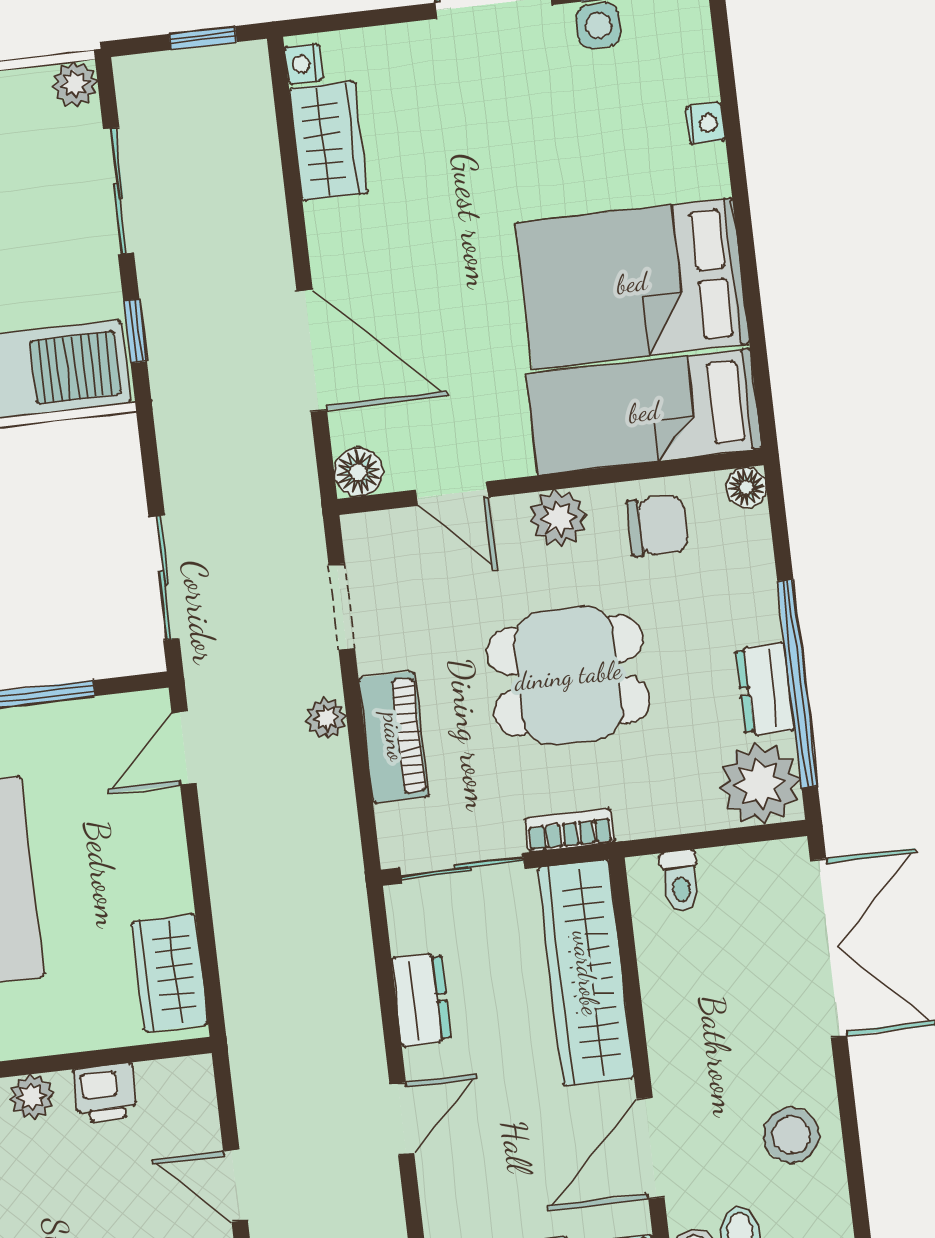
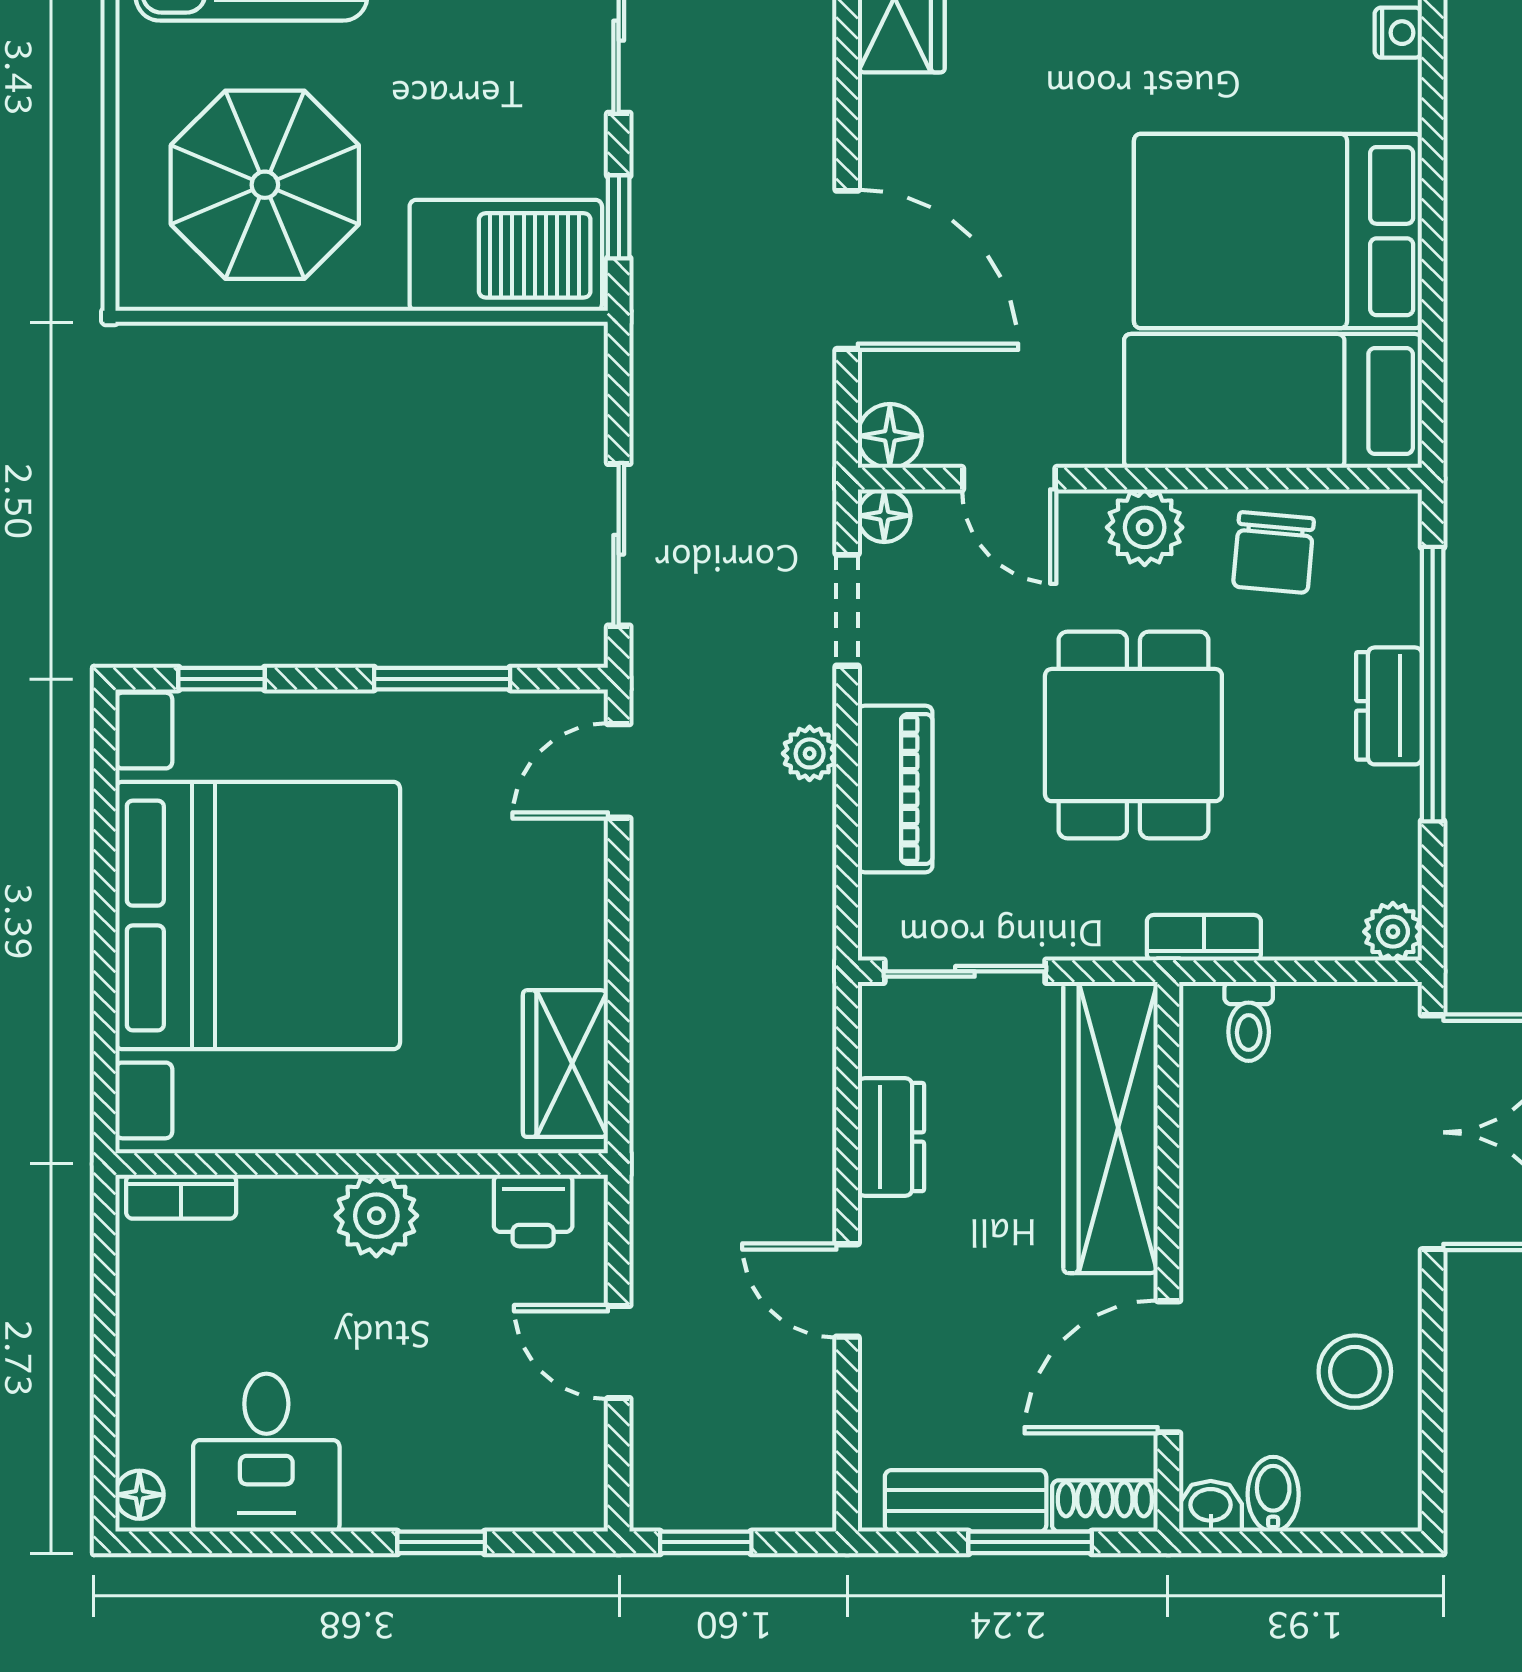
floor lamp: (746, 487) -> (884, 516), moved
chair: (658, 526) -> (1274, 553), turned 95
dining table: (568, 676) -> (1133, 735), turned 90
window: (797, 683) -> (1433, 684), moved
dresser: (765, 689) -> (1389, 706), moved
plant: (760, 784) -> (1393, 932), width x0.53, depth x0.53
bookcase: (570, 830) -> (1204, 938), moved
printer: (105, 1093) -> (533, 1211), moved
plant: (32, 1097) -> (376, 1216), width x1.38, depth x1.38
door: (402, 1119) -> (847, 1290), swing flipped

